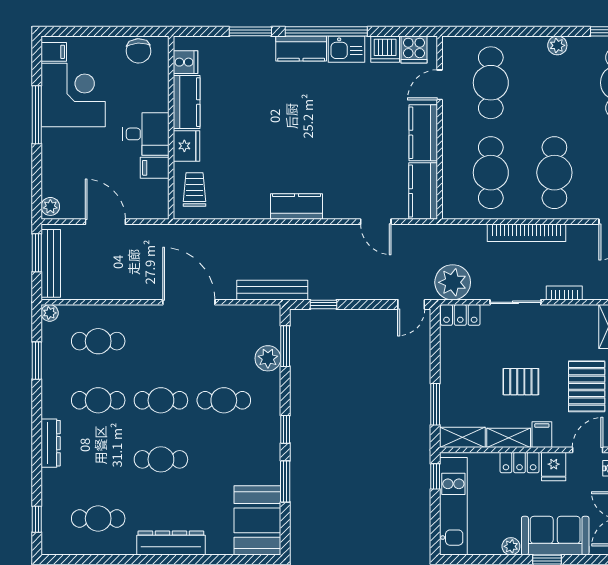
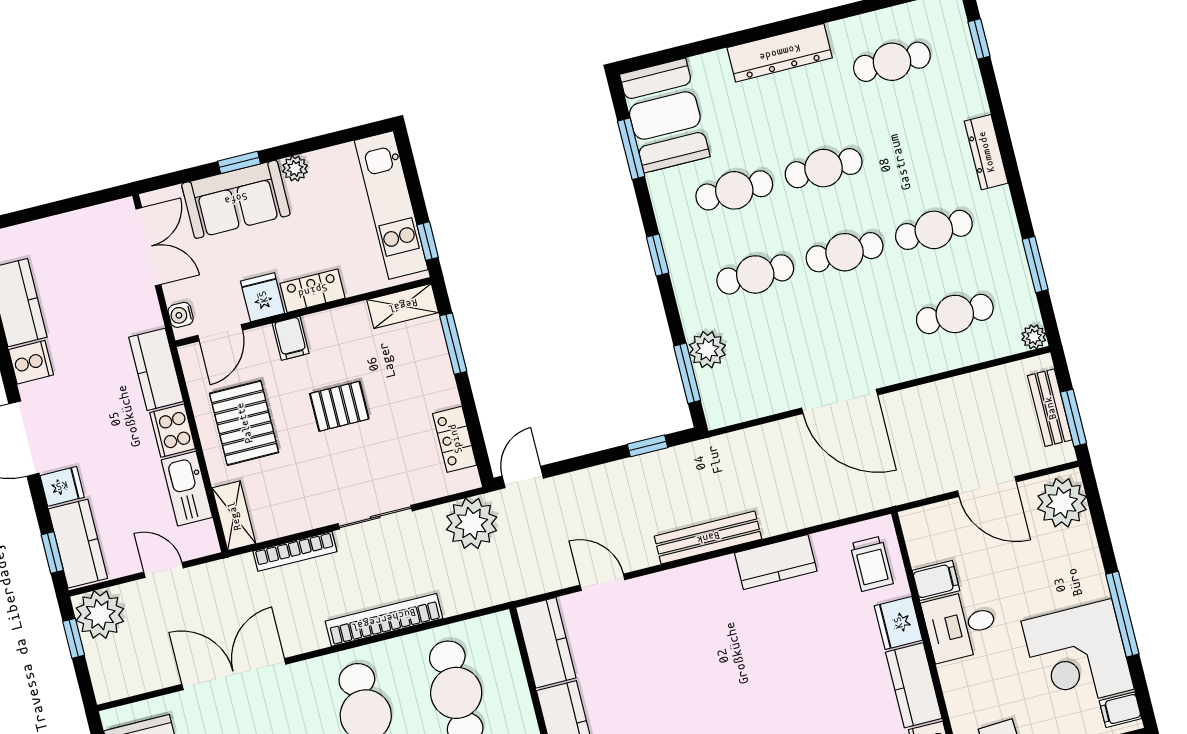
plant: (50, 206) -> (1062, 503), width x1.87, depth x1.87
kitchen counter: (297, 207) -> (776, 562), moved
bench: (51, 263) -> (1050, 408), width x0.73
bench: (272, 290) -> (708, 538), moved
bookcase: (564, 293) -> (295, 551), width x1.56
locker: (460, 315) -> (455, 439), moved, turned -90
shelving: (509, 438) -> (337, 322), removed
cafe table: (224, 459) -> (734, 190), added
window: (285, 481) -> (631, 149), moved

